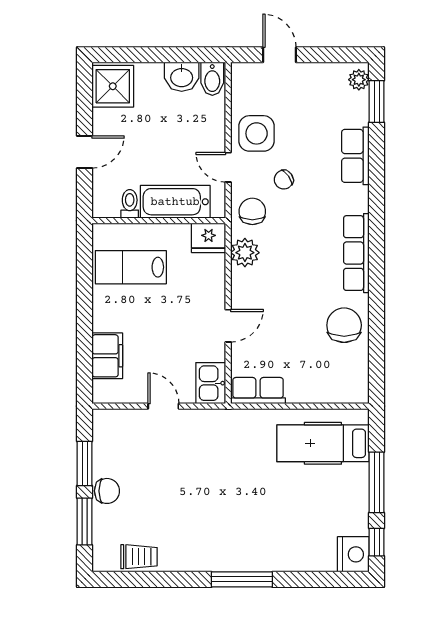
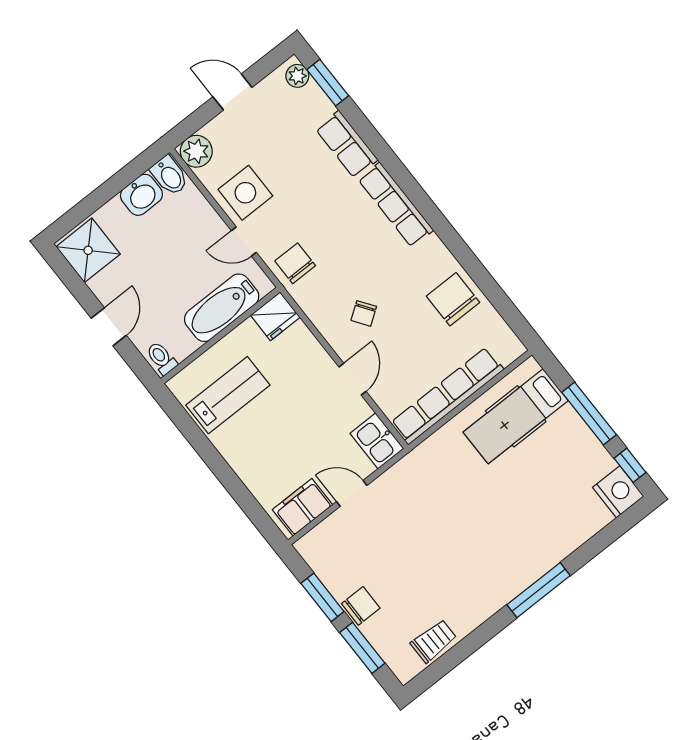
door: (279, 55) -> (232, 92), moved
chair: (284, 180) -> (364, 313), moved
toilet: (130, 204) -> (162, 358), moved
plant: (245, 253) -> (196, 151), moved
row of seats: (356, 253) -> (396, 205), moved
lab bench: (131, 267) -> (228, 395), turned 180
filing cabinet: (107, 356) -> (303, 507), moved, turned -90
row of seats: (258, 391) -> (447, 396), width x2.02

